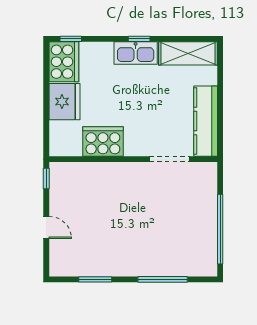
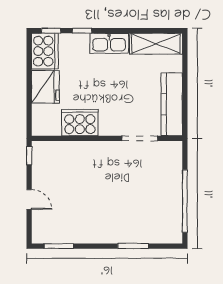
window: (139, 39) -> (82, 31), moved
window: (95, 279) -> (59, 246), moved
window: (163, 279) -> (133, 246), width x0.69

